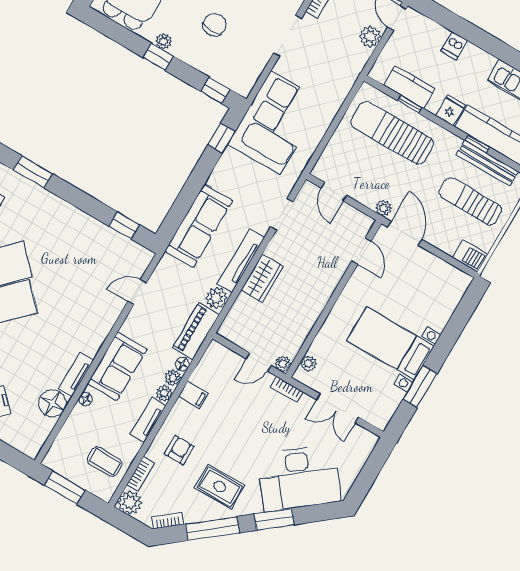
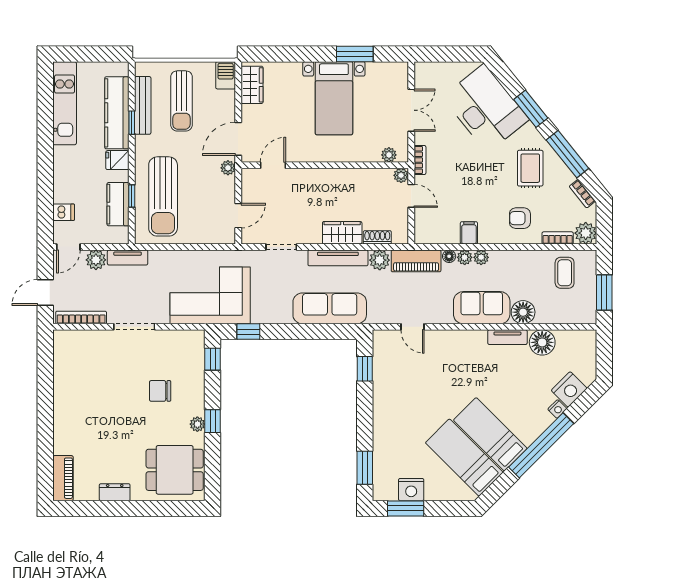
dishwasher: (454, 46) -> (64, 212), moved
wardrobe: (447, 275) -> (252, 85), added
shoe rack: (239, 308) -> (377, 237), added
floor lamp: (86, 399) -> (523, 312), width x1.89, depth x1.89
tv unit: (148, 420) -> (128, 257), moved

